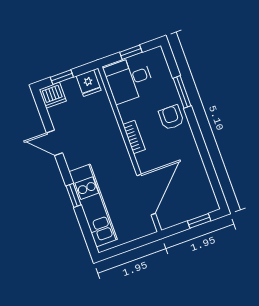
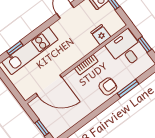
fridge: (89, 83) -> (101, 35), moved, turned 90
window: (73, 195) -> (15, 48), moved

